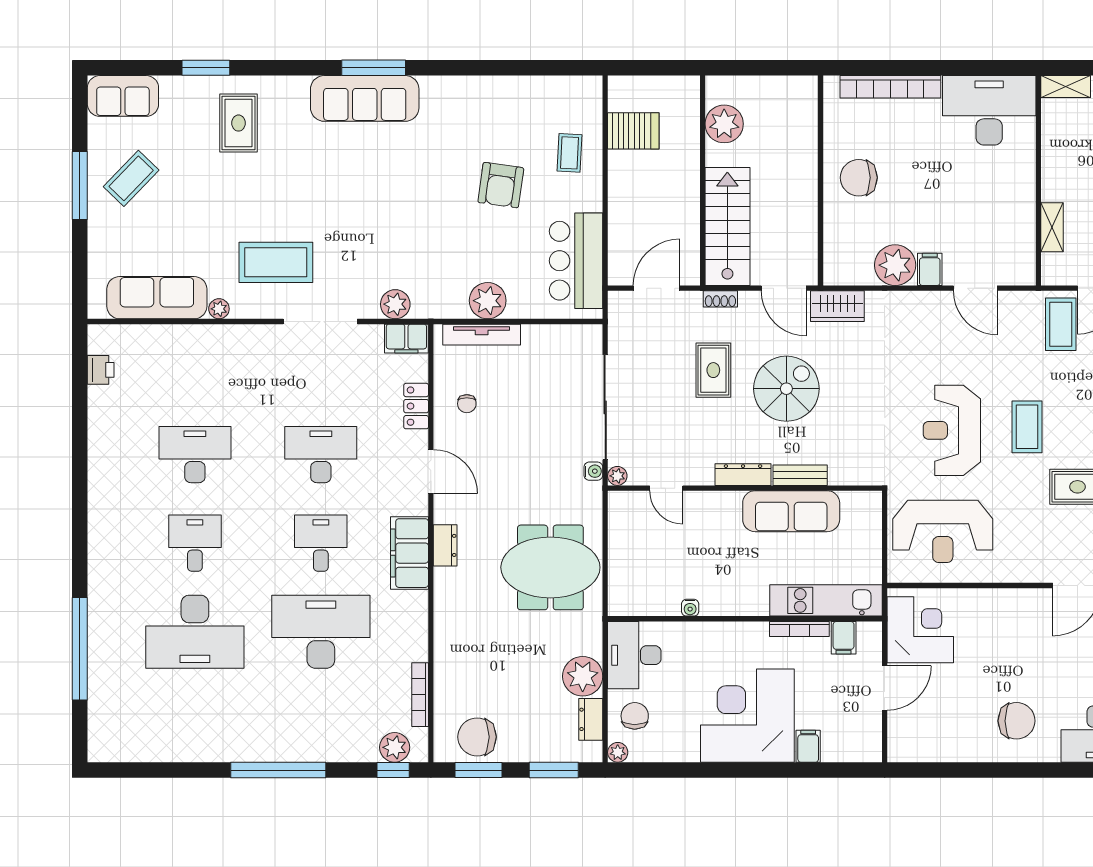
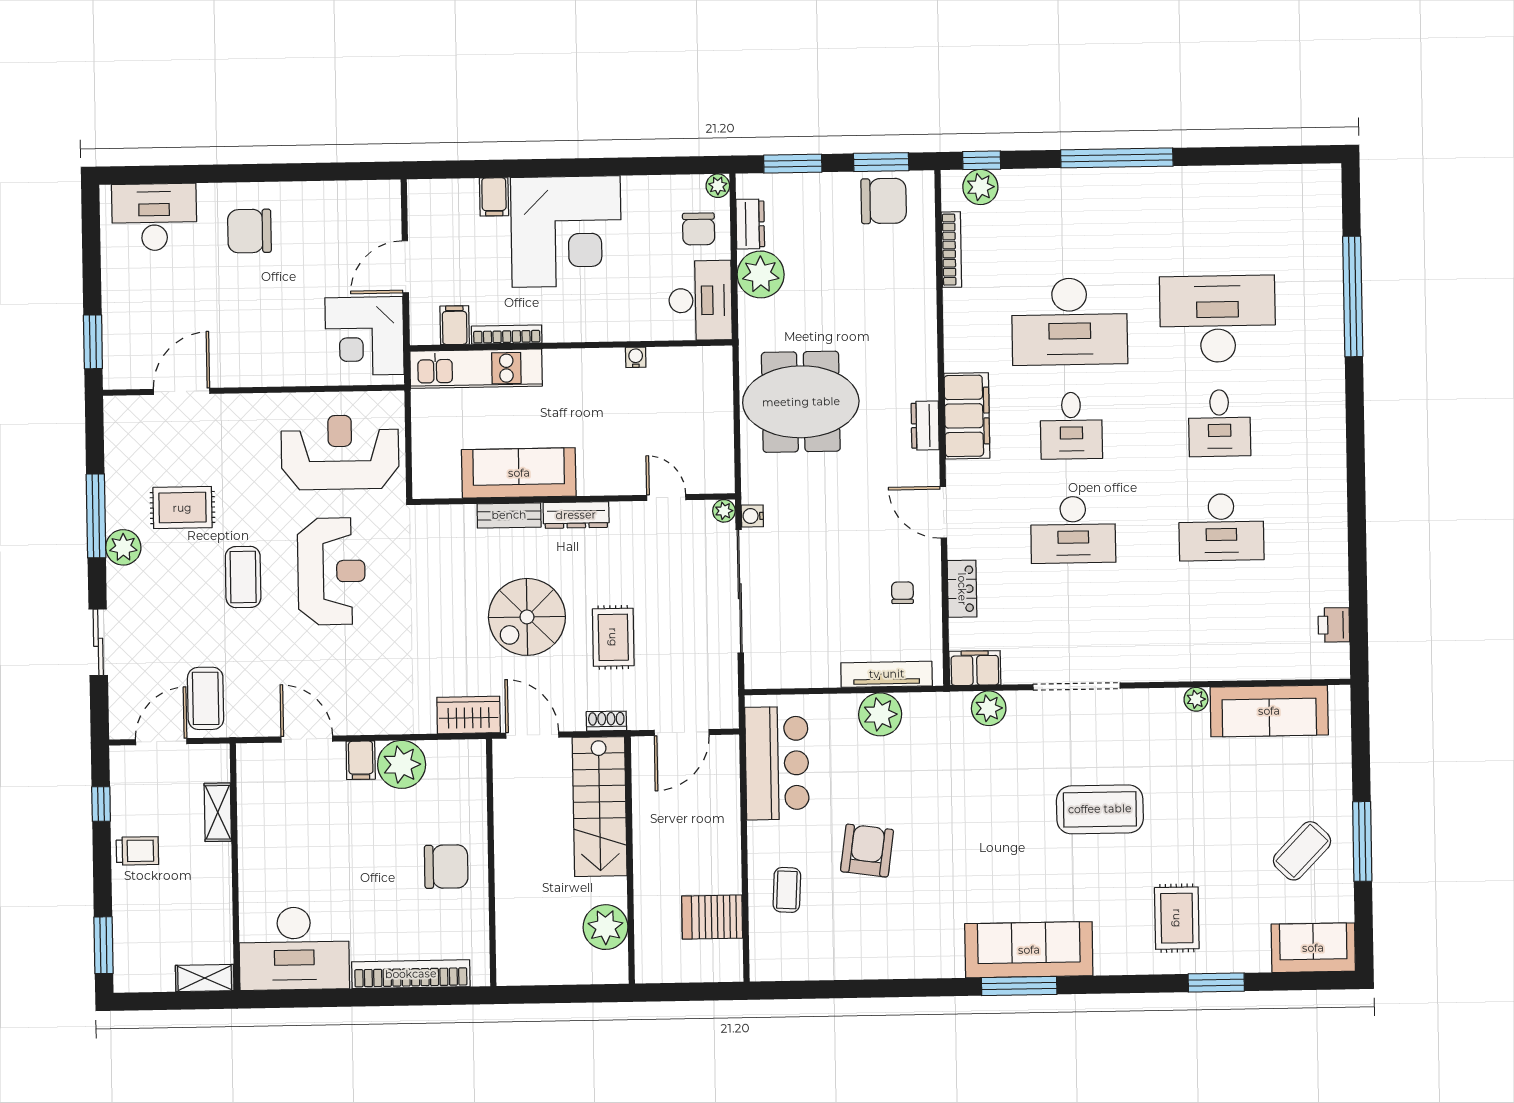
coffee table: (276, 262) -> (1100, 809), moved

